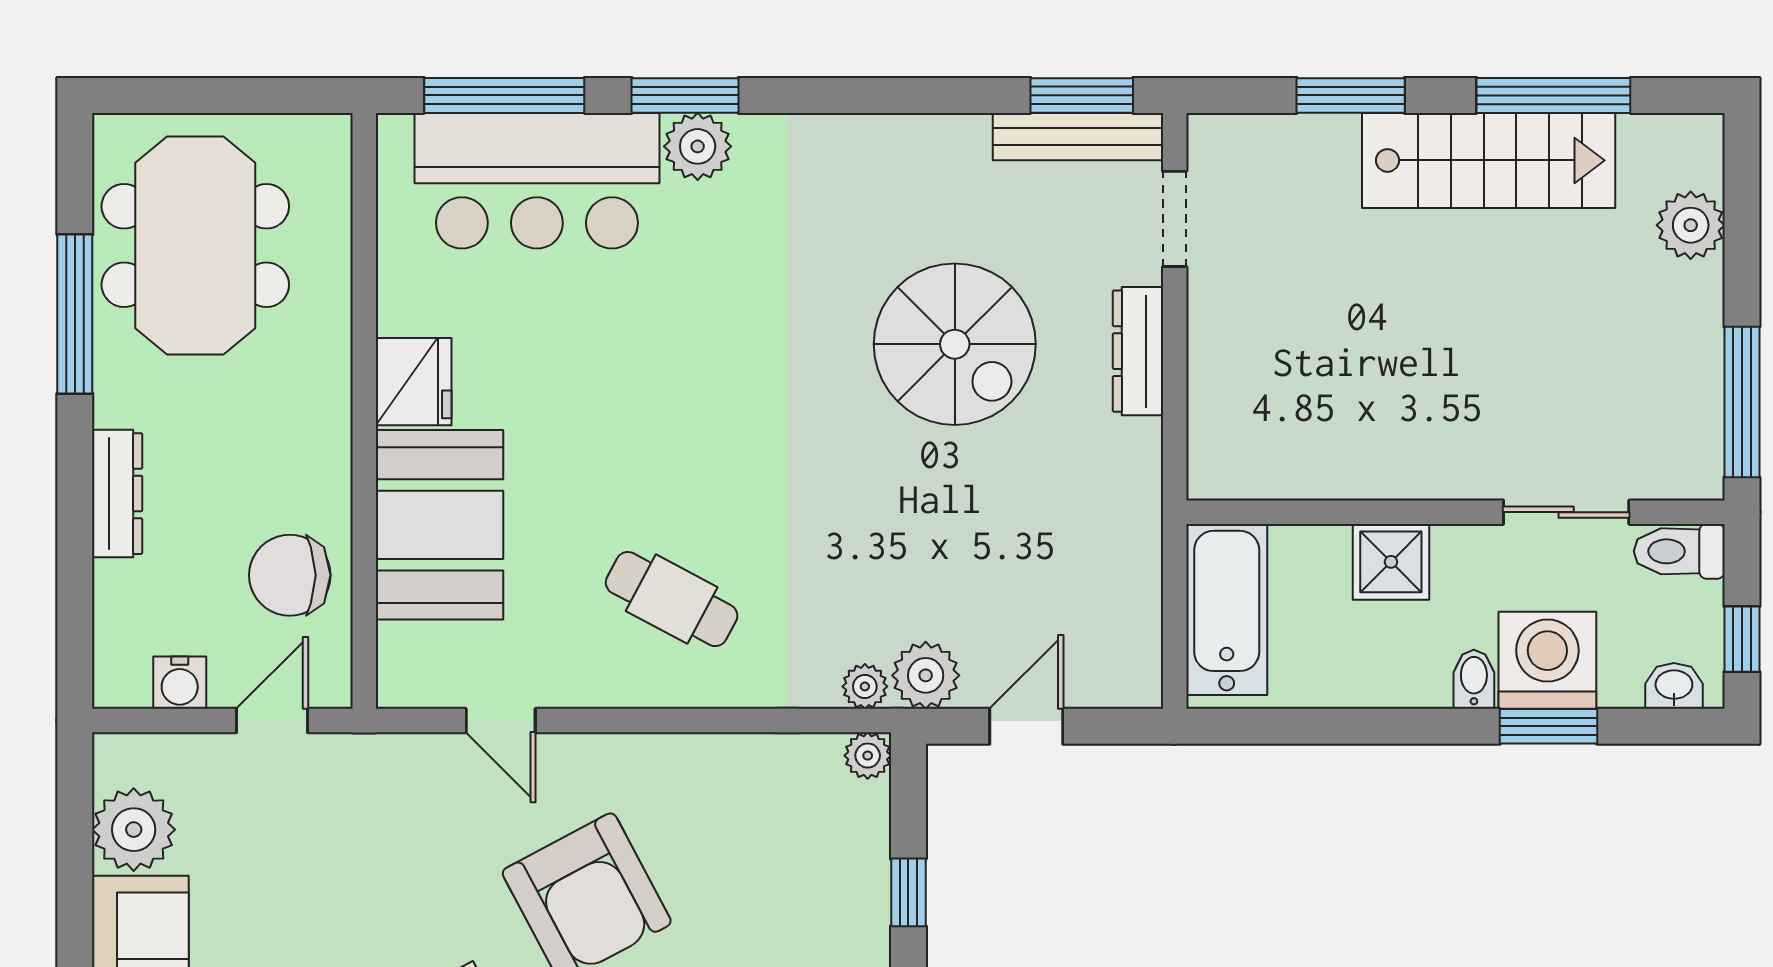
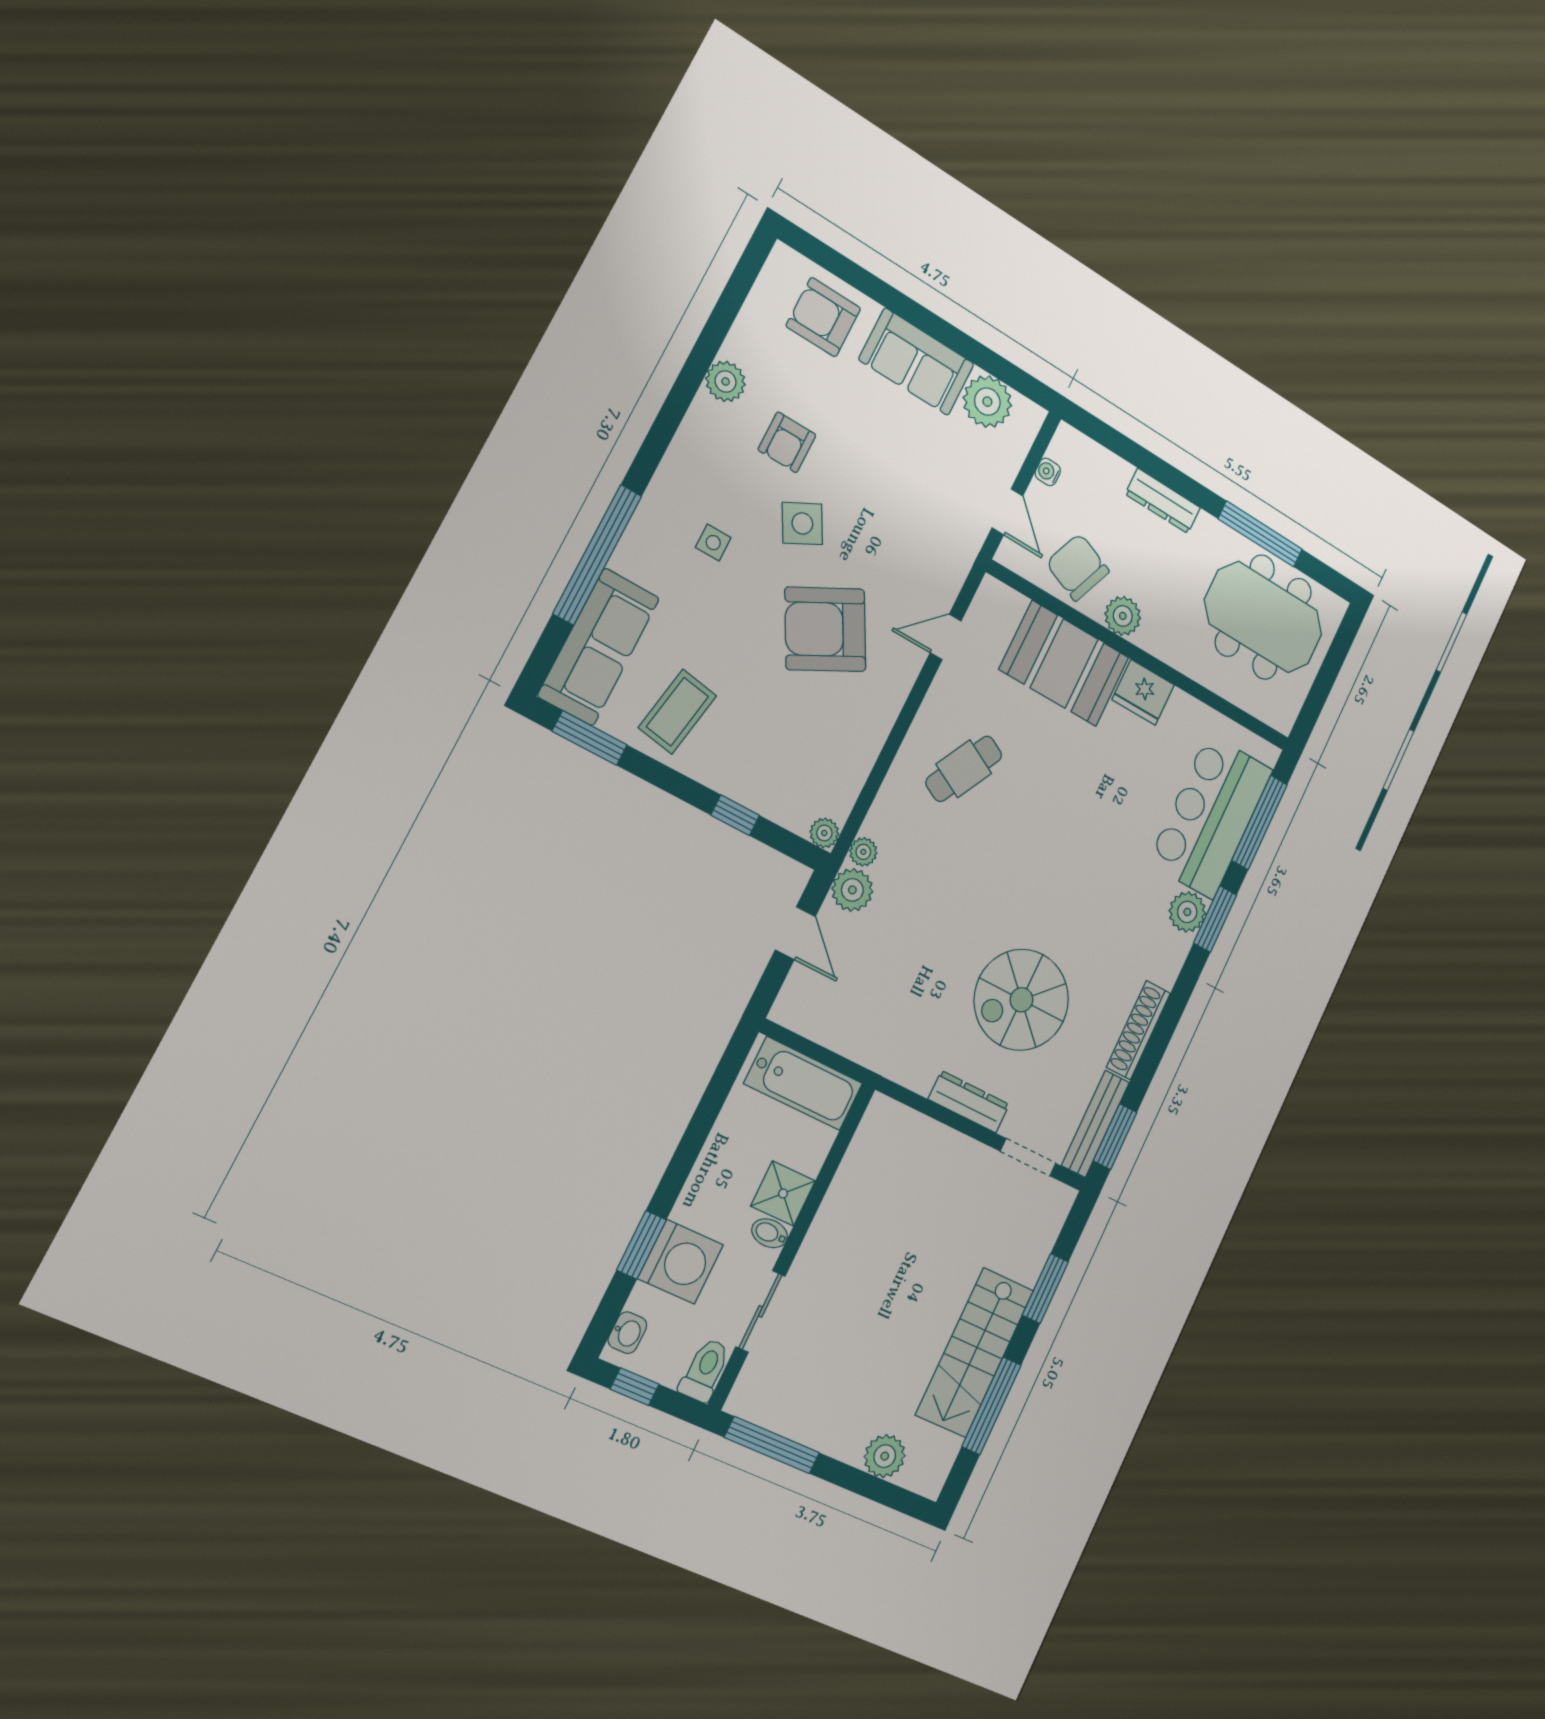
shoe rack: (909, 137) -> (1138, 1030), added
plant: (321, 470) -> (1123, 616), added
chair: (290, 575) -> (1078, 567), turned -68
bidet: (1474, 679) -> (770, 1233), moved, turned 180
water cooler: (180, 683) -> (1048, 472), width x0.72, depth x0.72

